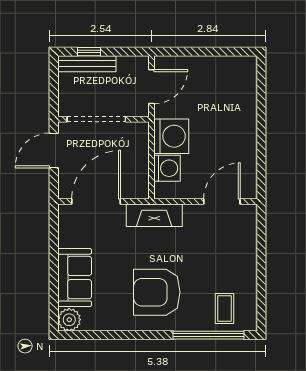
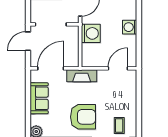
washing machine: (167, 168) -> (130, 27), moved, turned 180
sofa: (75, 278) -> (39, 98), moved
armchair: (157, 292) -> (83, 117), turned 180

